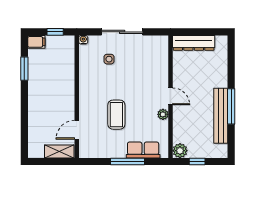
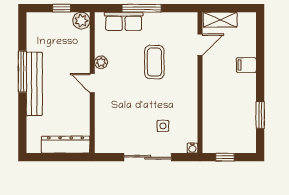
filing cabinet: (36, 42) -> (246, 65), moved
bench: (221, 116) -> (34, 84), moved

